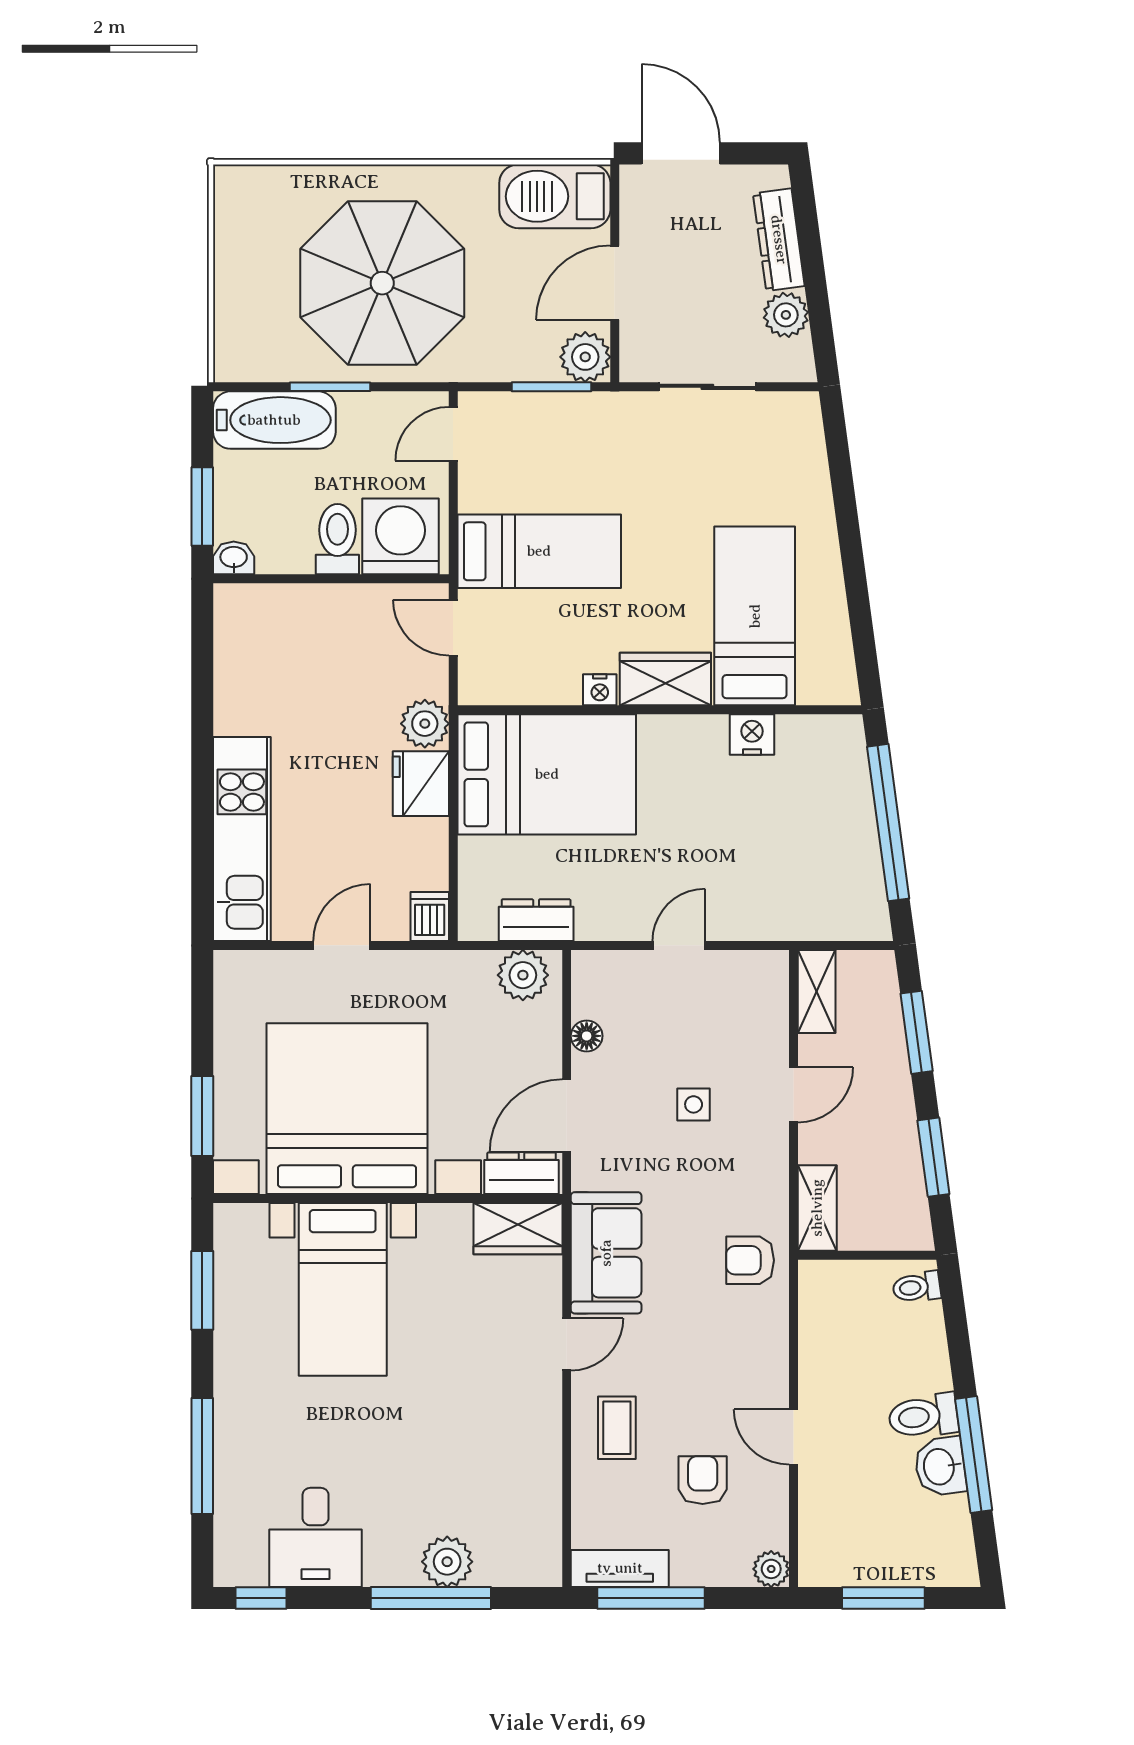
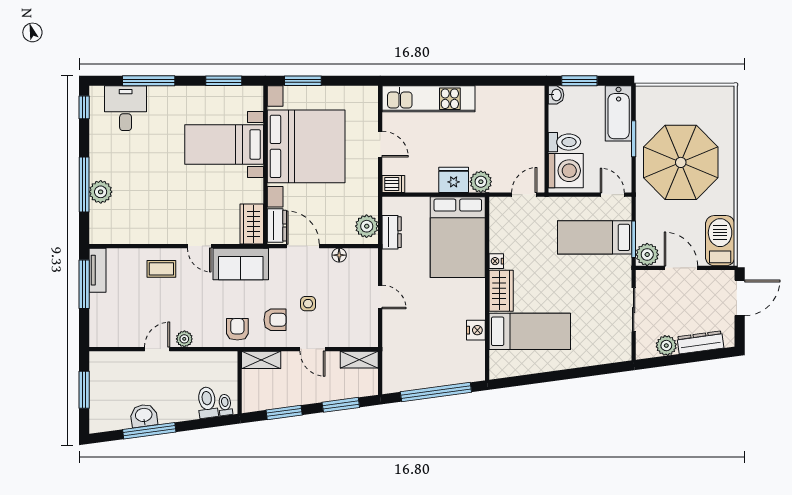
bed: (539, 551) -> (595, 237), moved, turned 90
toilet: (923, 1416) -> (207, 402), moved
armchair: (703, 1480) -> (275, 320), moved
desk: (316, 1537) -> (126, 108), moved, turned 90
plant: (771, 1569) -> (184, 339), moved

